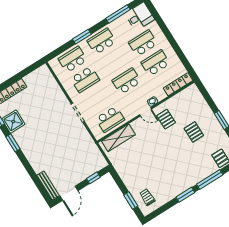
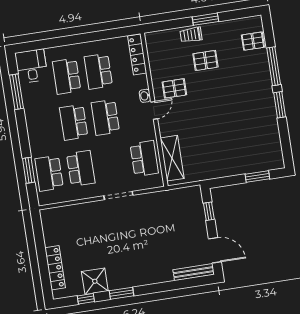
window: (82, 37) -> (29, 170), moved
school desk: (102, 41) -> (74, 122), moved
trolley: (147, 197) -> (191, 35), moved

